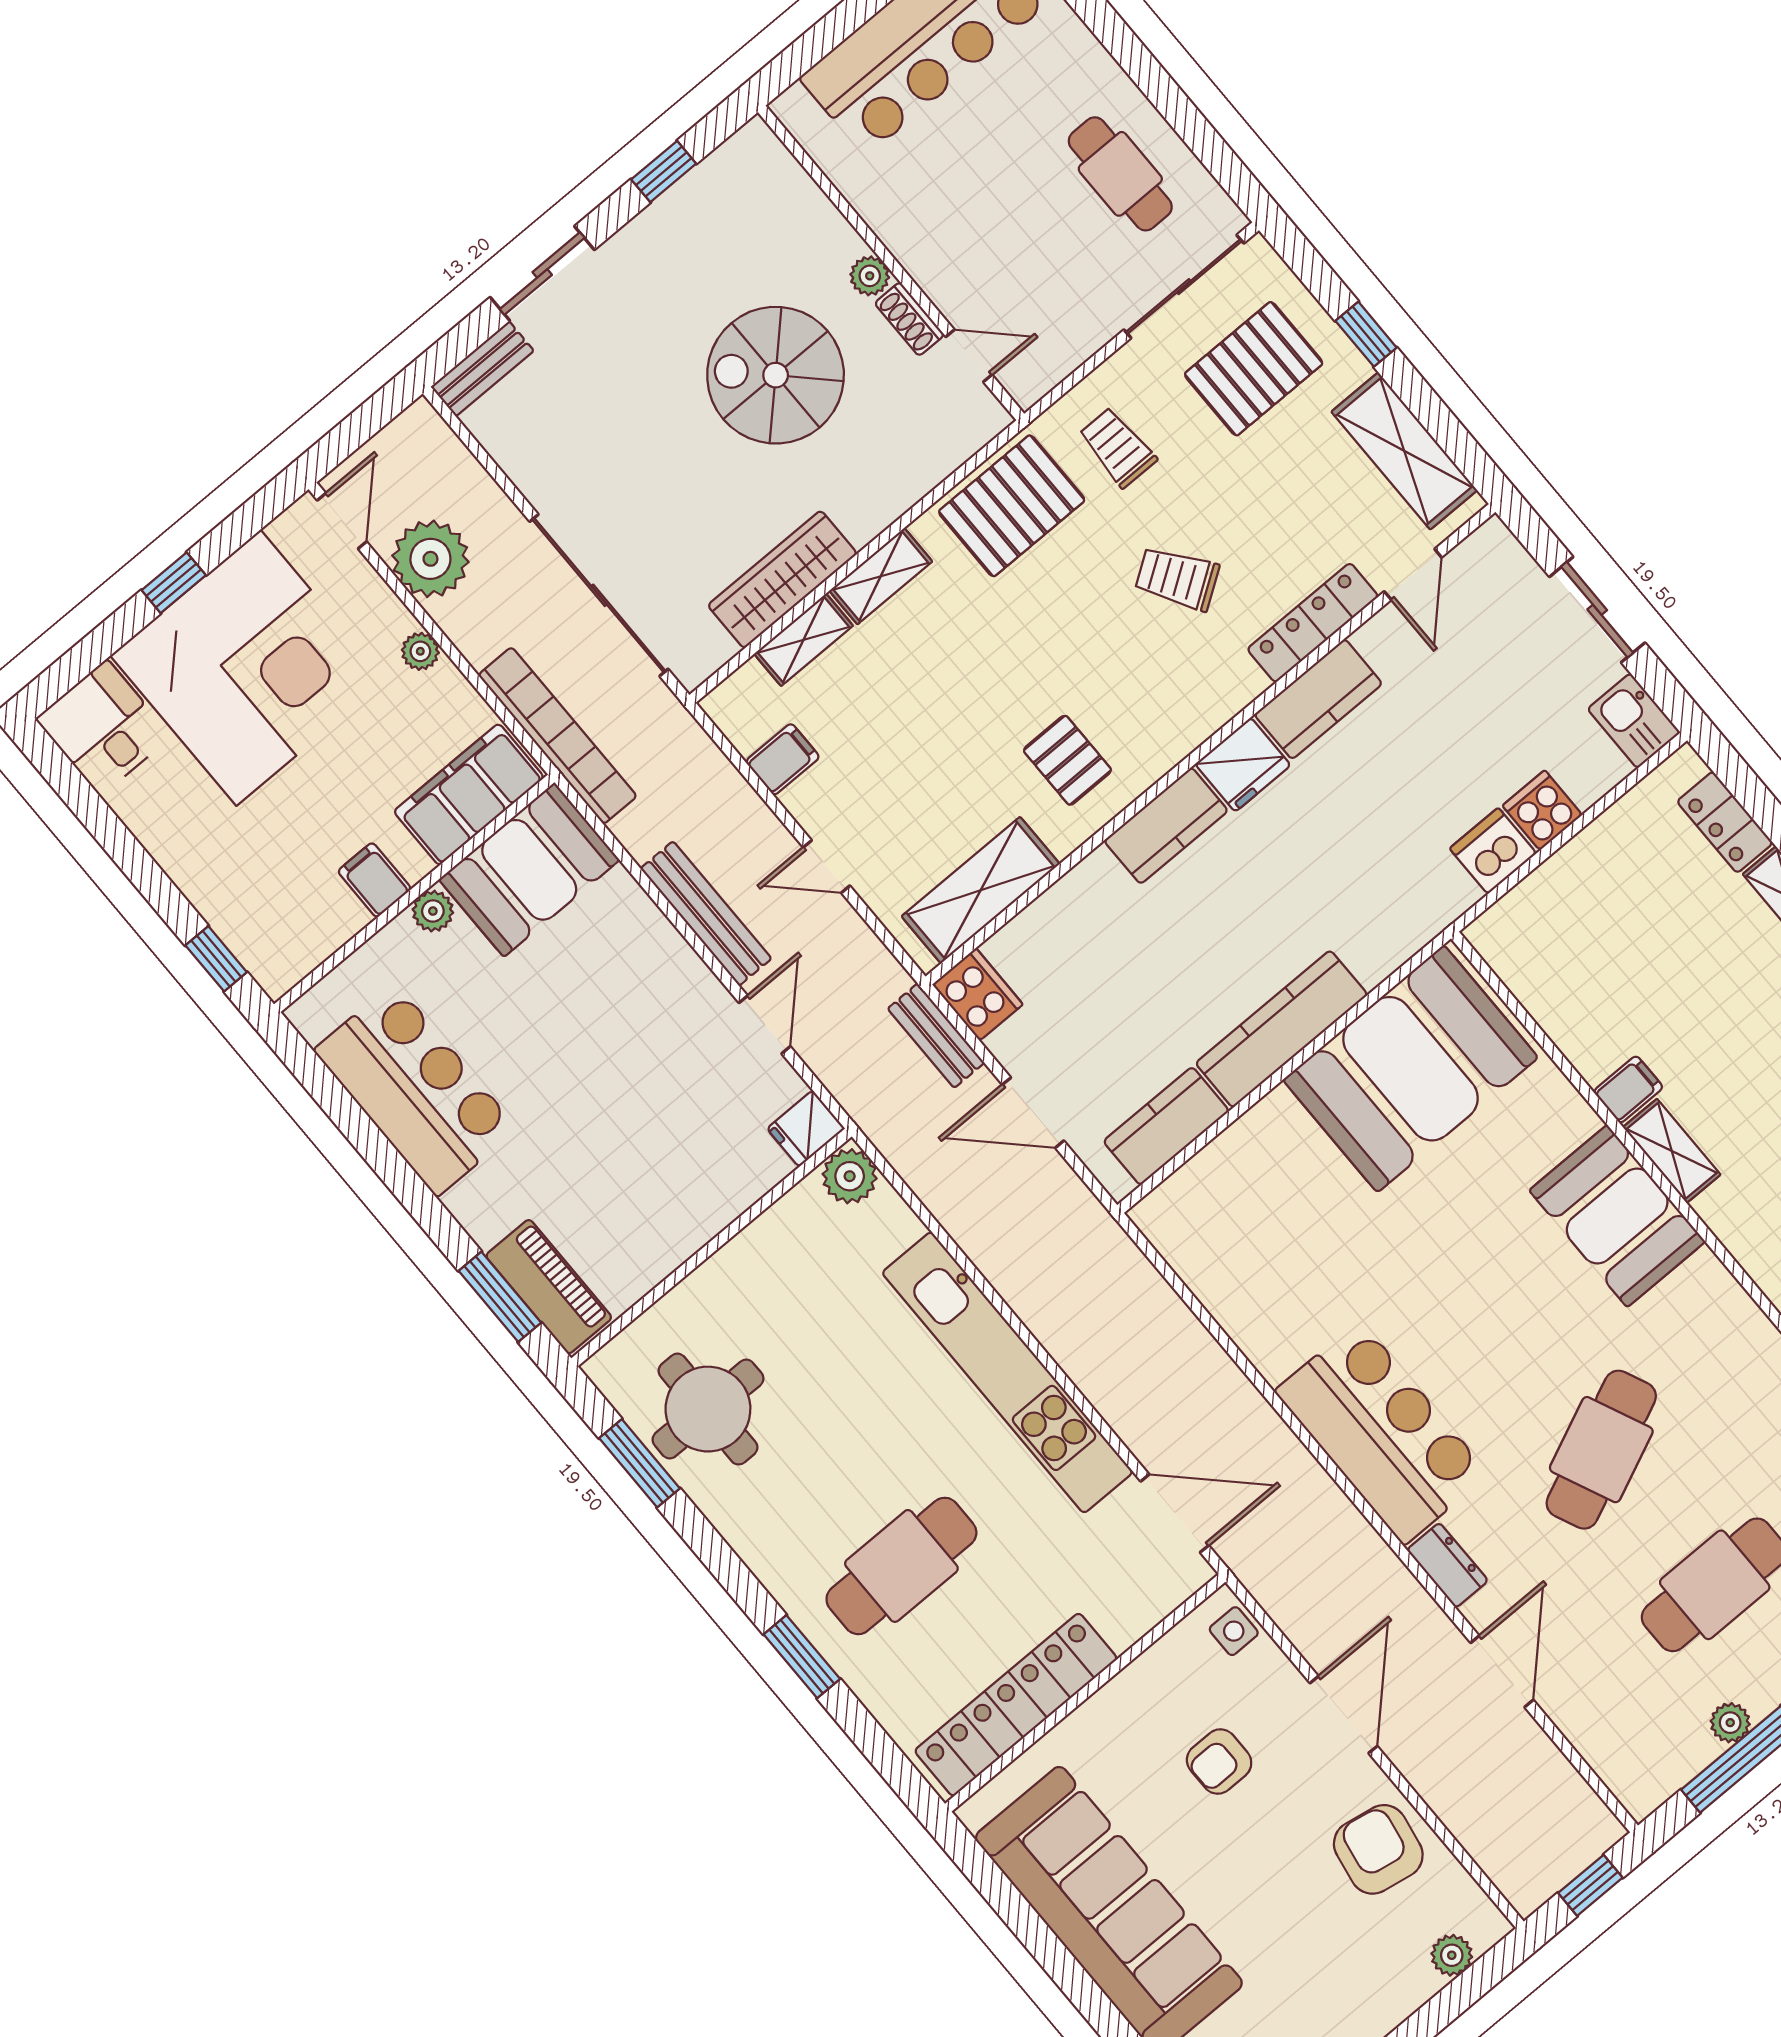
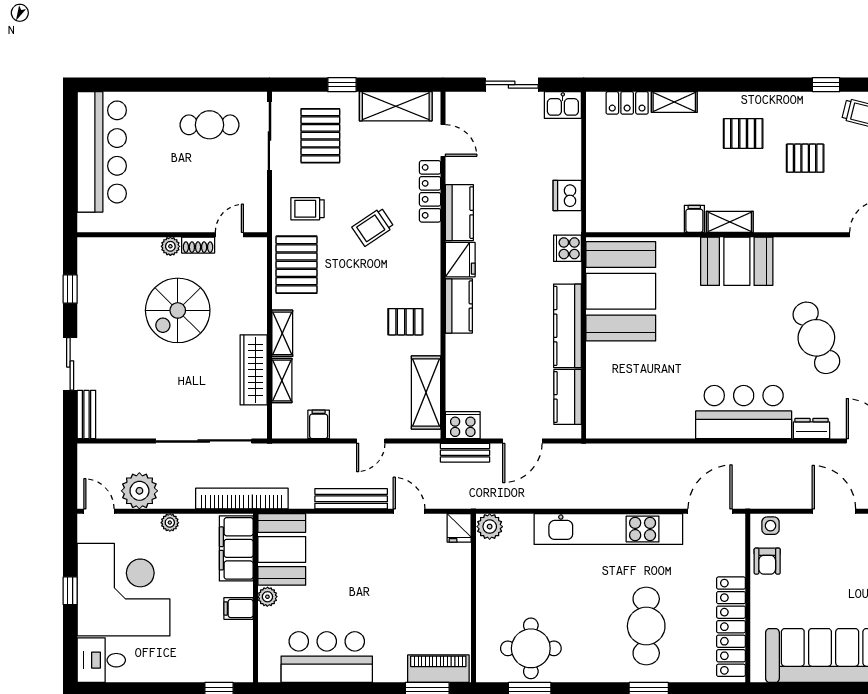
cooker: (1542, 810) -> (567, 248), moved
armchair: (1219, 1761) -> (767, 561), moved

